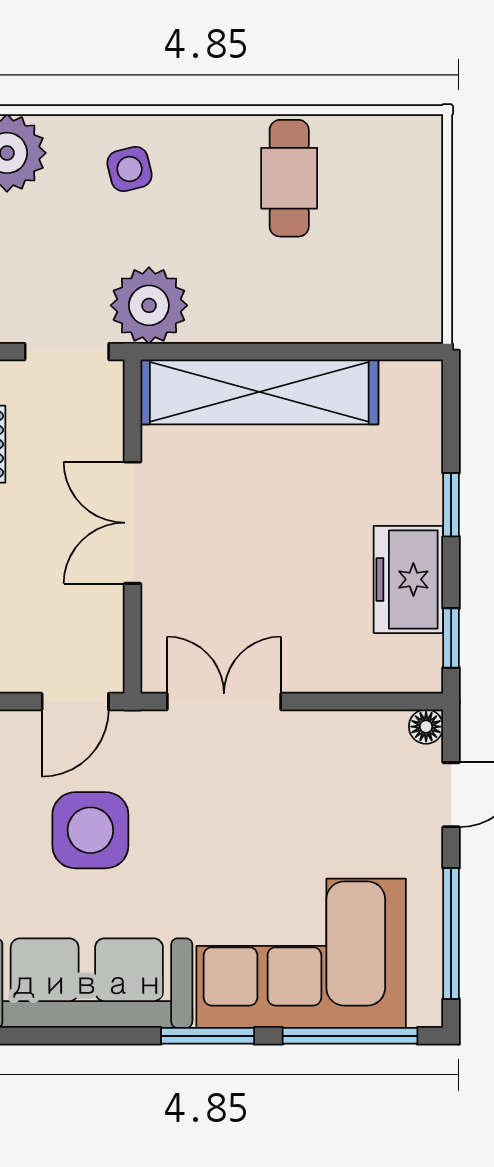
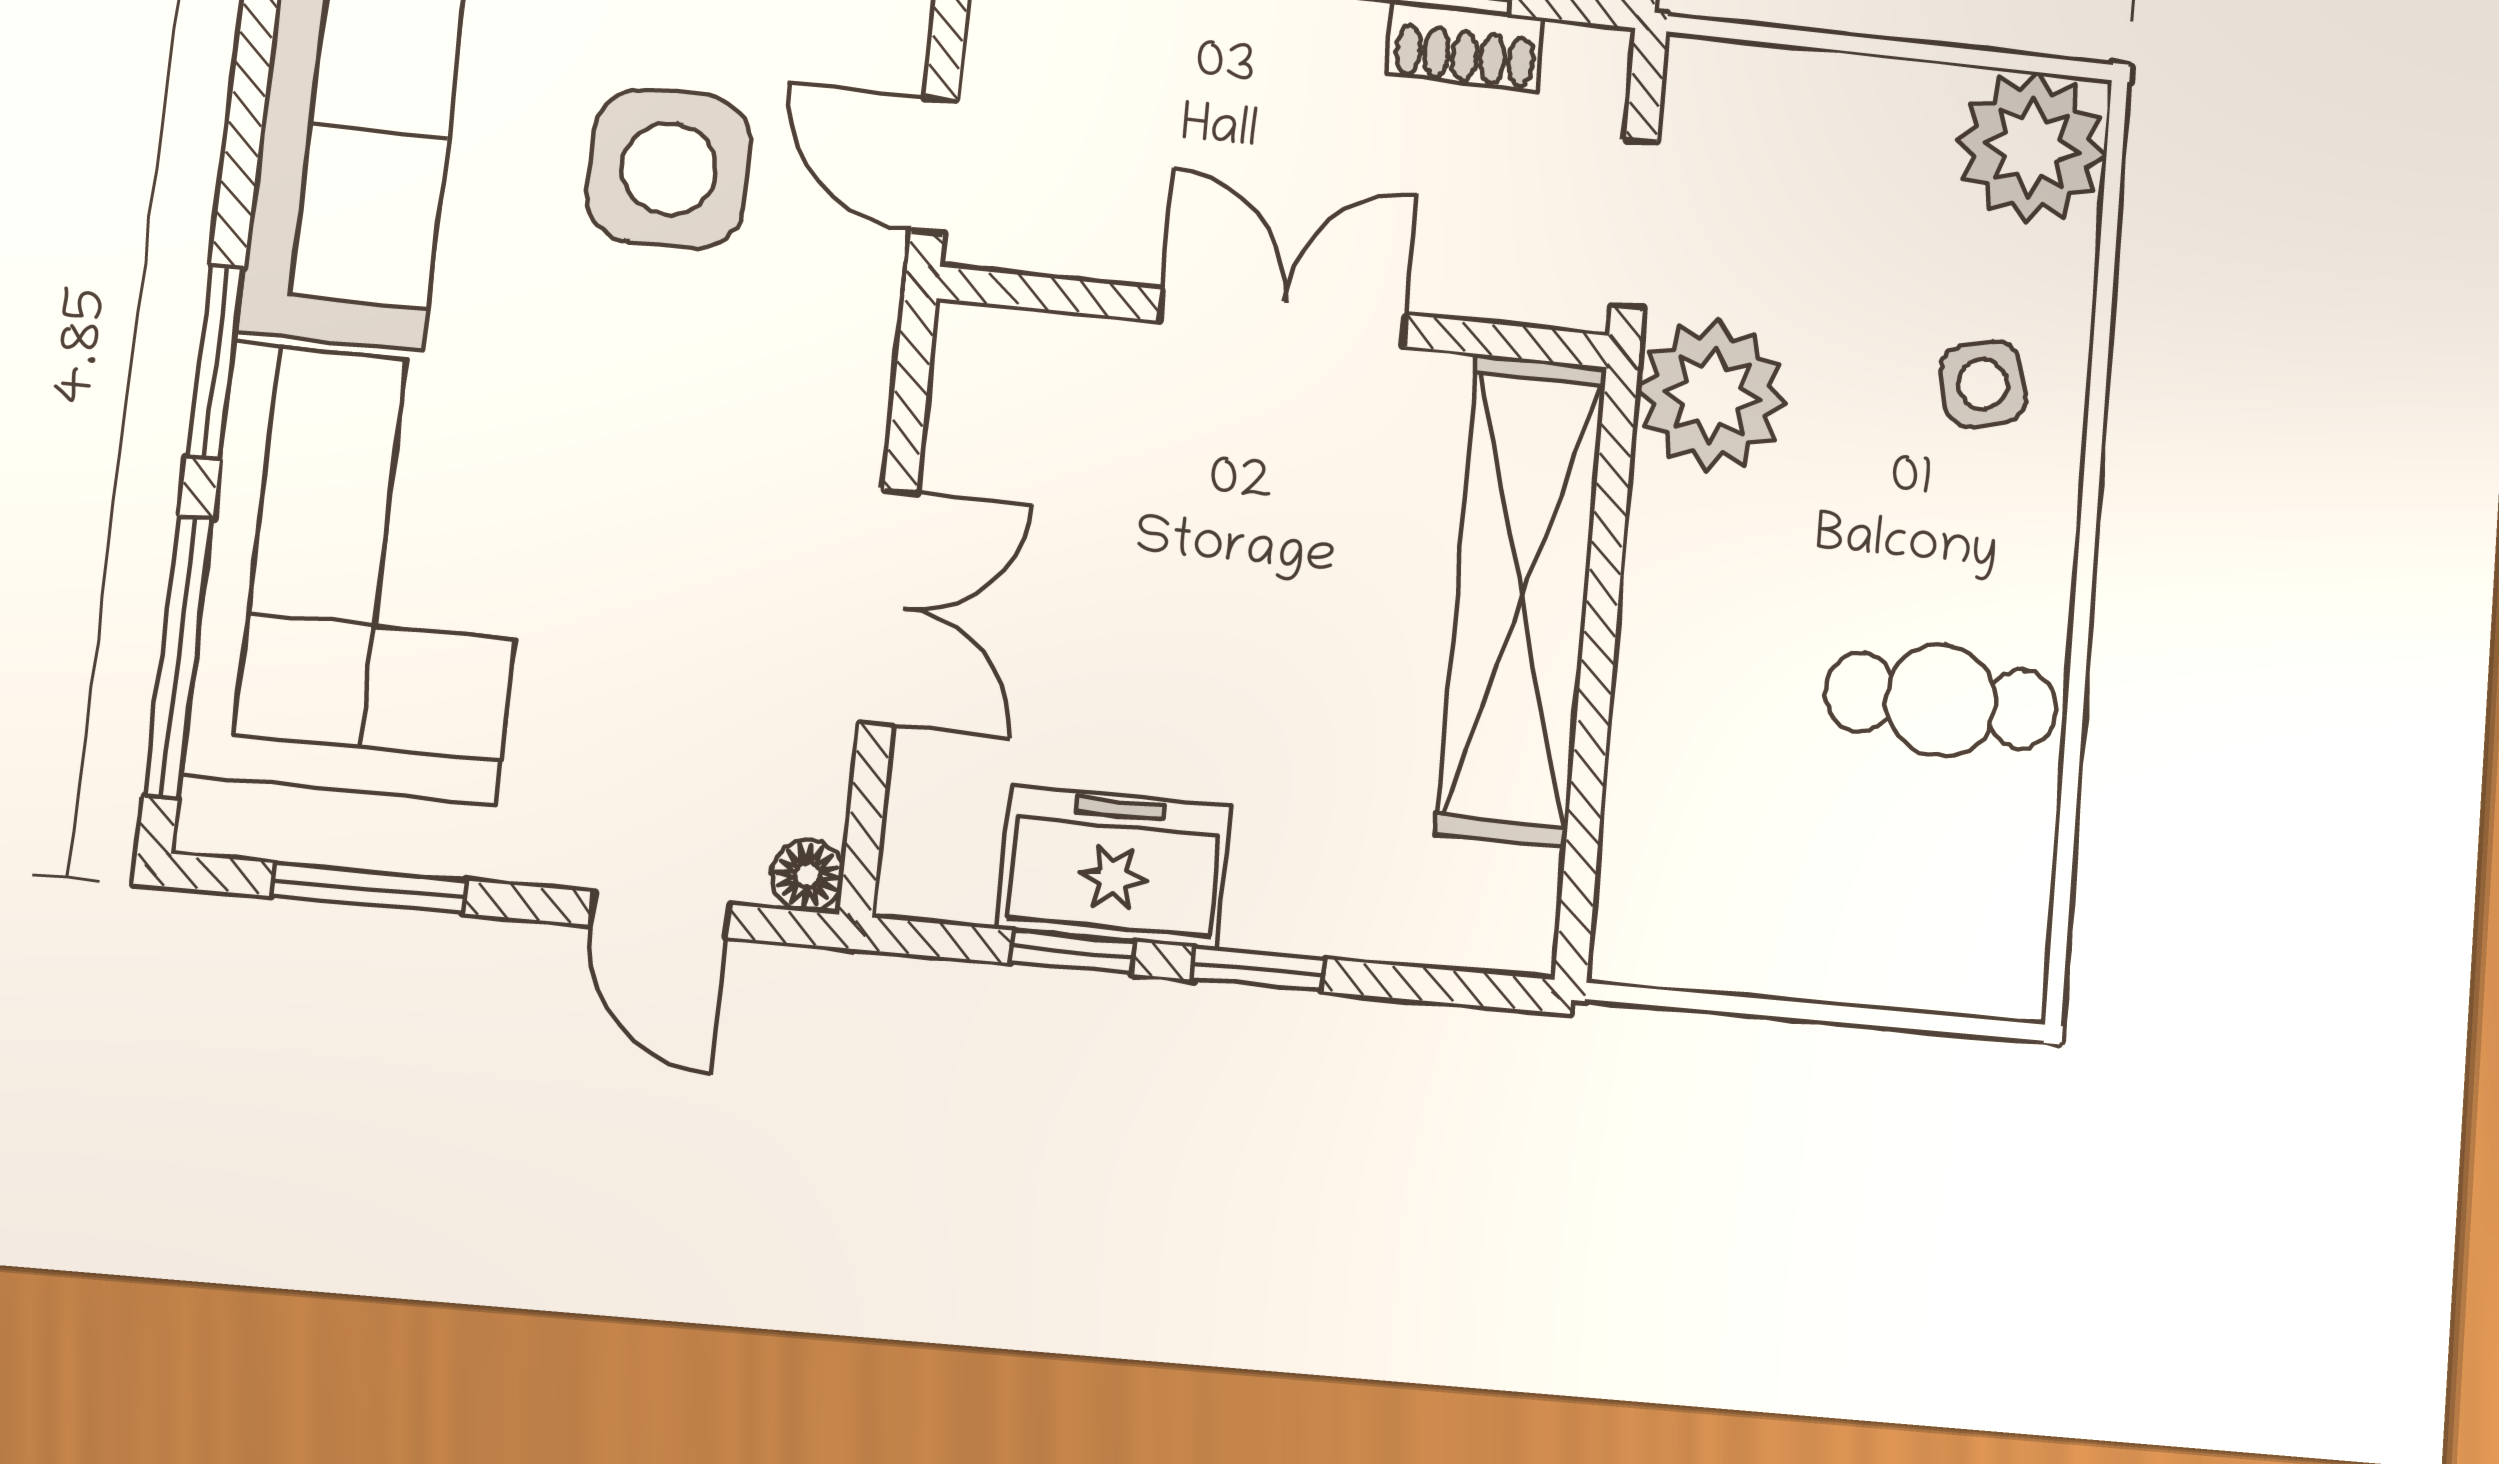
window: (451, 638) -> (1073, 952), moved
double door: (224, 702) -> (888, 608), moved
window: (451, 933) -> (369, 888), width x0.69

